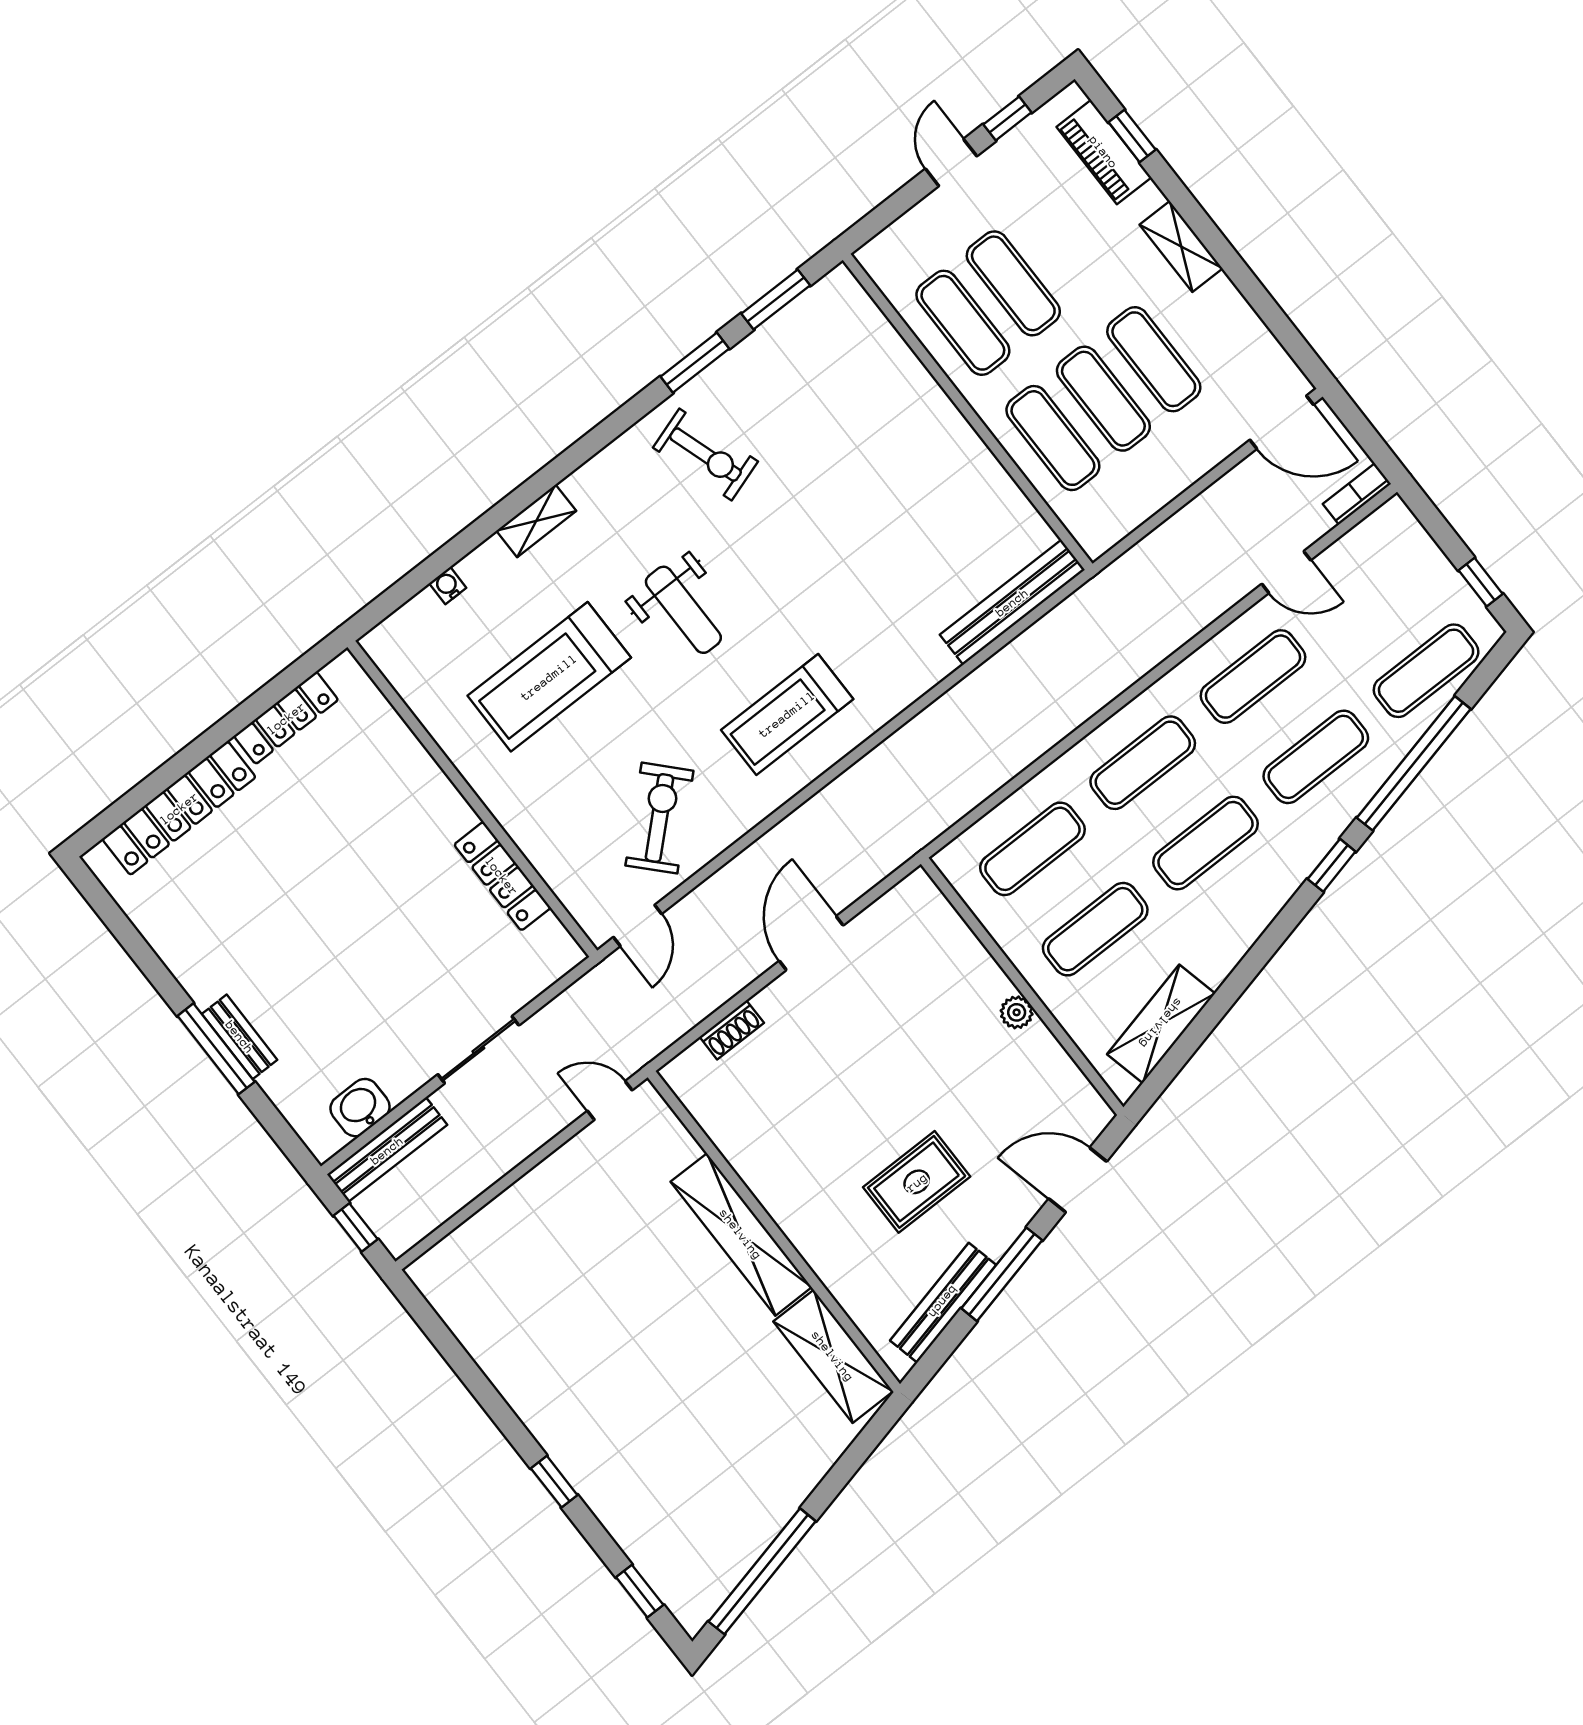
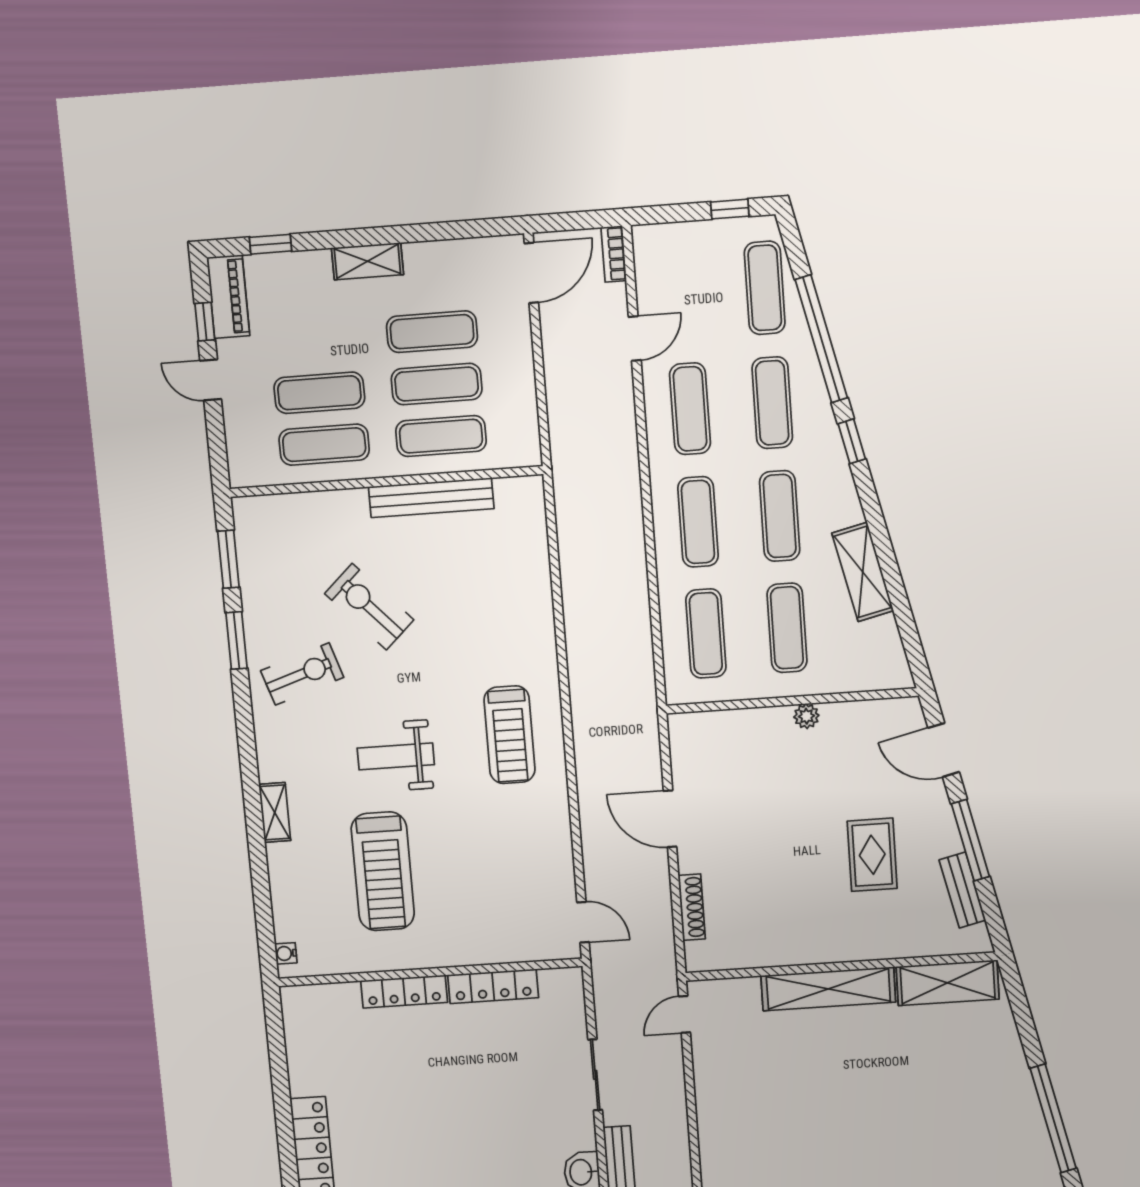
piano: (1104, 152) -> (228, 297), moved, turned -90
water cooler: (448, 586) -> (286, 953), moved
bench: (1012, 602) -> (431, 498), moved, turned 90
weight bench: (683, 610) -> (396, 756), turned 180
locker: (286, 718) -> (404, 992), moved, turned 90
exercise bike: (659, 818) -> (369, 607), moved
shelving: (1161, 1024) -> (863, 572), moved
shoe rack: (732, 1030) -> (692, 907), width x1.43
door: (1078, 1180) -> (944, 750), hinge flipped
bench: (943, 1303) -> (962, 890), width x0.73

